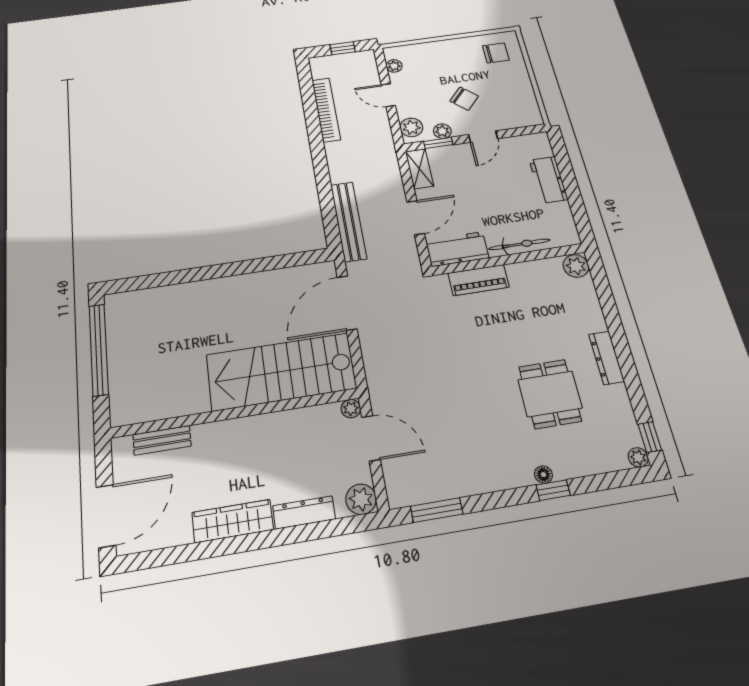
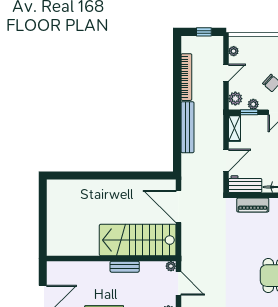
door: (388, 95) -> (226, 73), swing flipped
bench: (349, 221) -> (187, 127), moved
door: (347, 303) -> (178, 207), hinge flipped
window: (99, 349) -> (43, 211), removed
bench: (162, 440) -> (125, 267), moved

